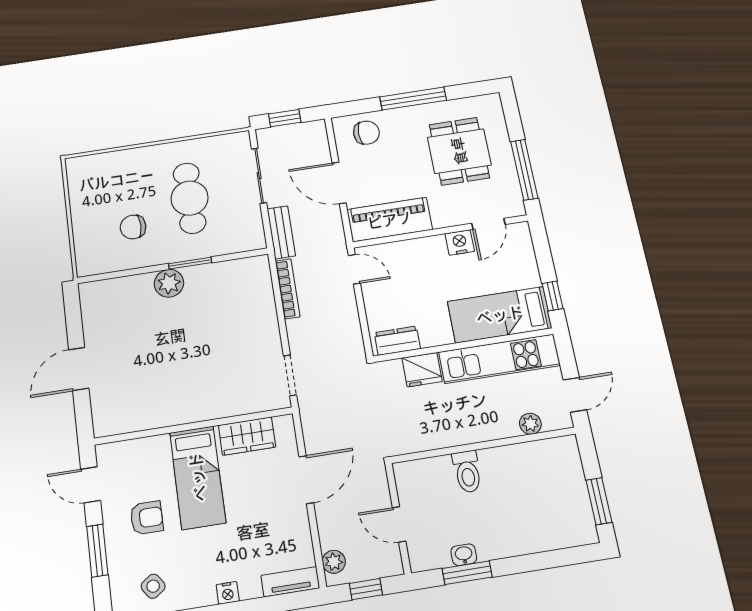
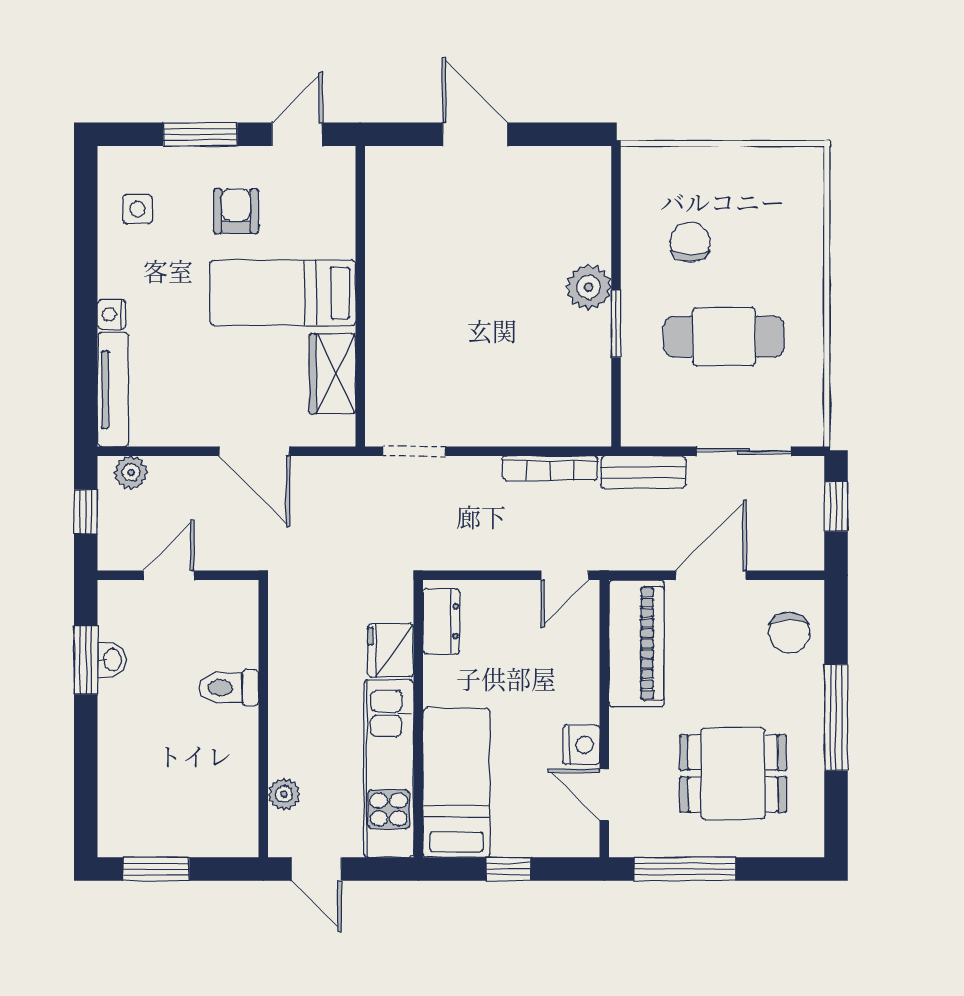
window: (553, 296) -> (508, 869), moved
armchair: (147, 518) -> (236, 211), turned 180
tv unit: (290, 582) -> (113, 389), width x1.41
side table: (153, 586) -> (137, 209), turned 35

